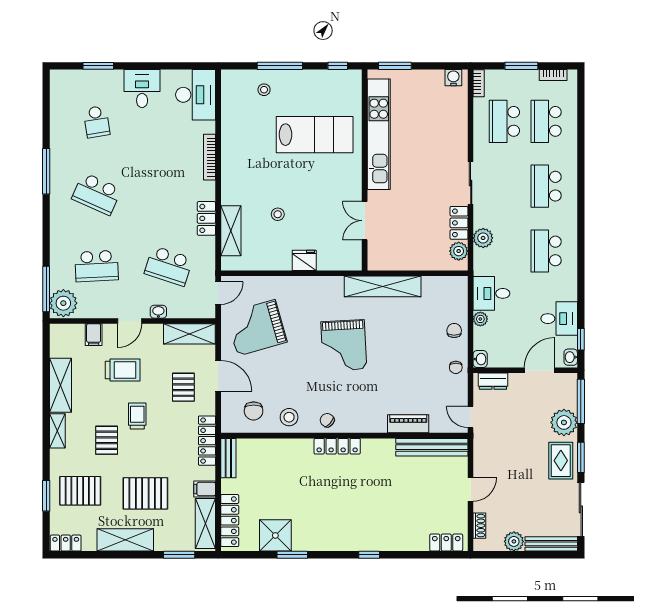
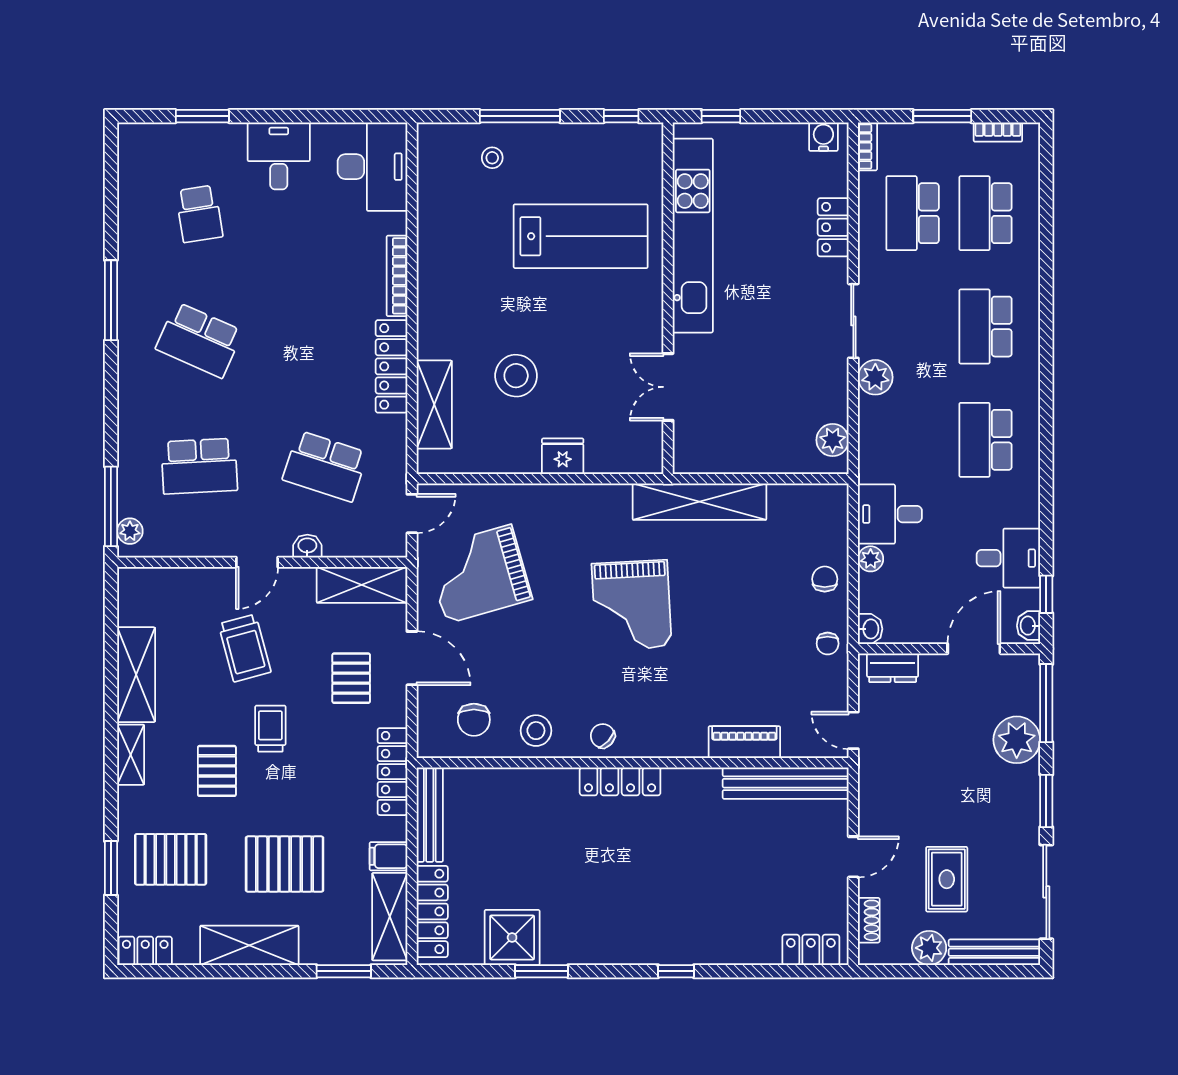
window: (395, 66) -> (721, 116), width x0.67
stool: (278, 214) -> (516, 376), width x1.89, depth x1.89
locker: (206, 218) -> (391, 366), width x1.53
locker: (459, 223) -> (833, 227), moved
plant: (483, 238) -> (875, 377), moved
plant: (63, 303) -> (130, 531), width x0.53, depth x0.53
filing cabinet: (94, 335) -> (194, 586), removed
trolley: (123, 370) -> (245, 648), turned 75
bench: (228, 458) -> (430, 815), width x1.36
rug: (561, 461) -> (947, 879), moved

